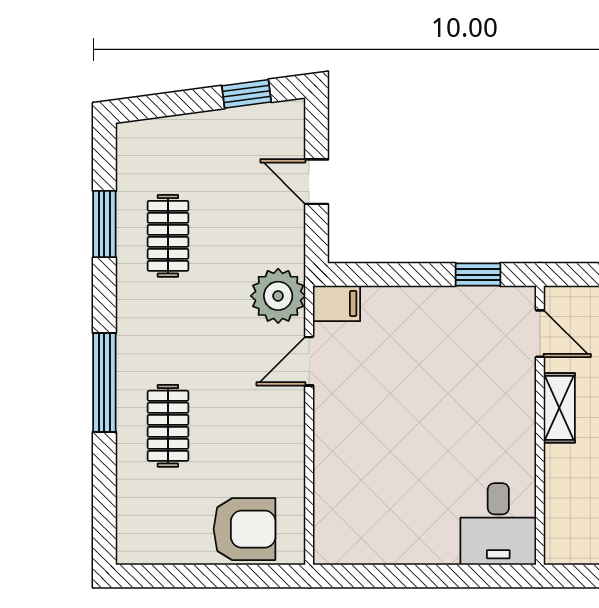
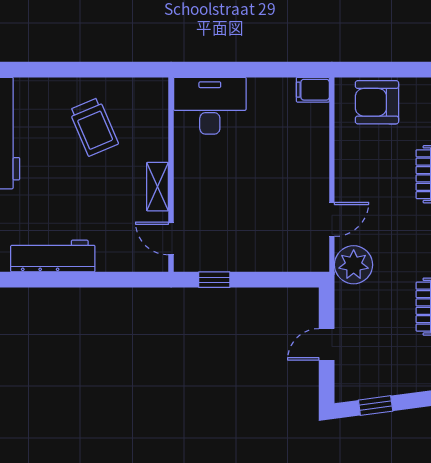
door: (317, 182) -> (327, 344), swing flipped
filing cabinet: (337, 303) -> (313, 90), moved
desk: (498, 524) -> (210, 106), width x1.37

